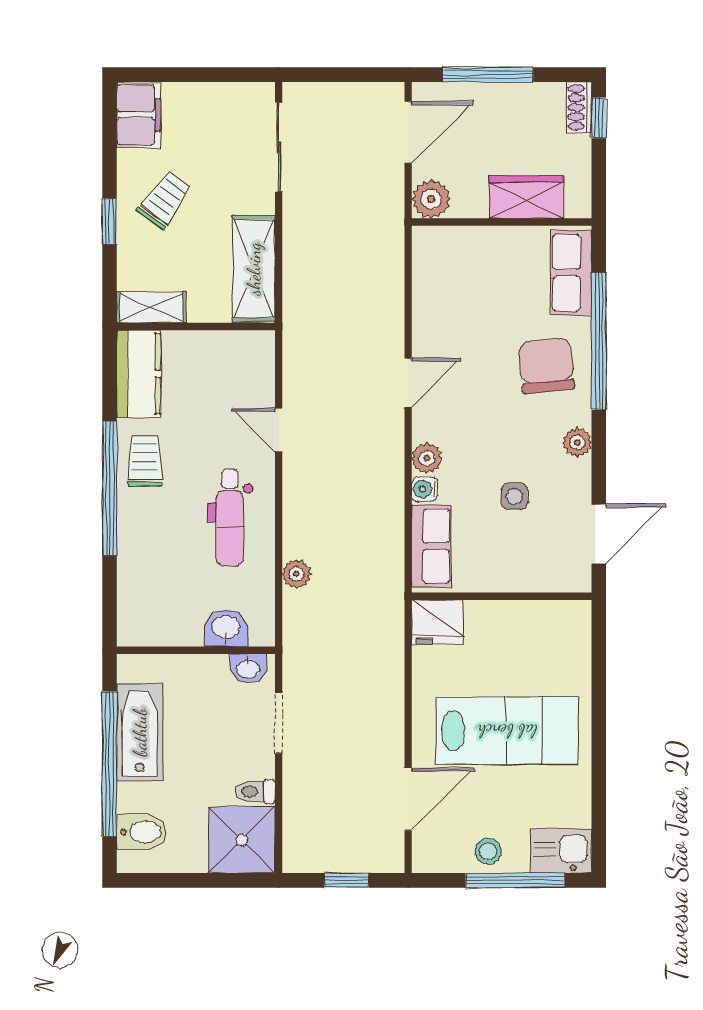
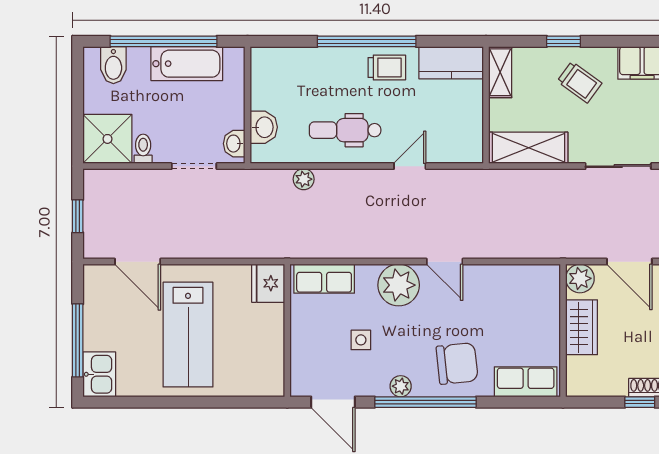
wardrobe: (526, 197) -> (582, 327), moved
window: (599, 341) -> (425, 402), moved
plant: (427, 458) -> (399, 285), width x1.88, depth x1.88
water cooler: (425, 489) -> (366, 274), removed
stool: (488, 851) -> (99, 321), removed

